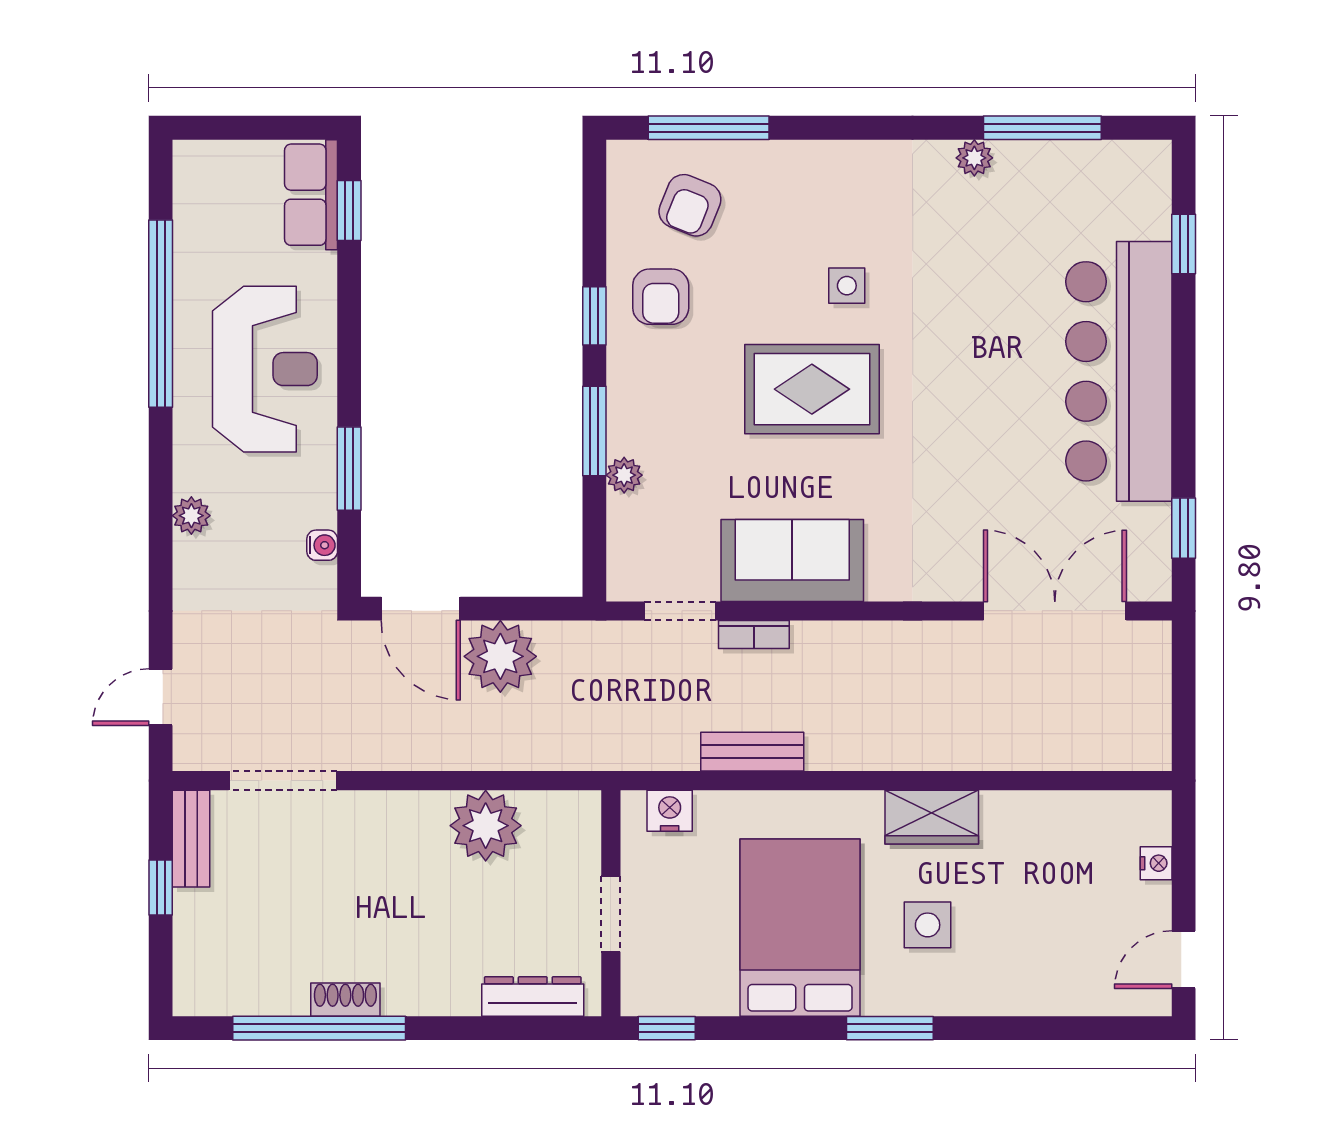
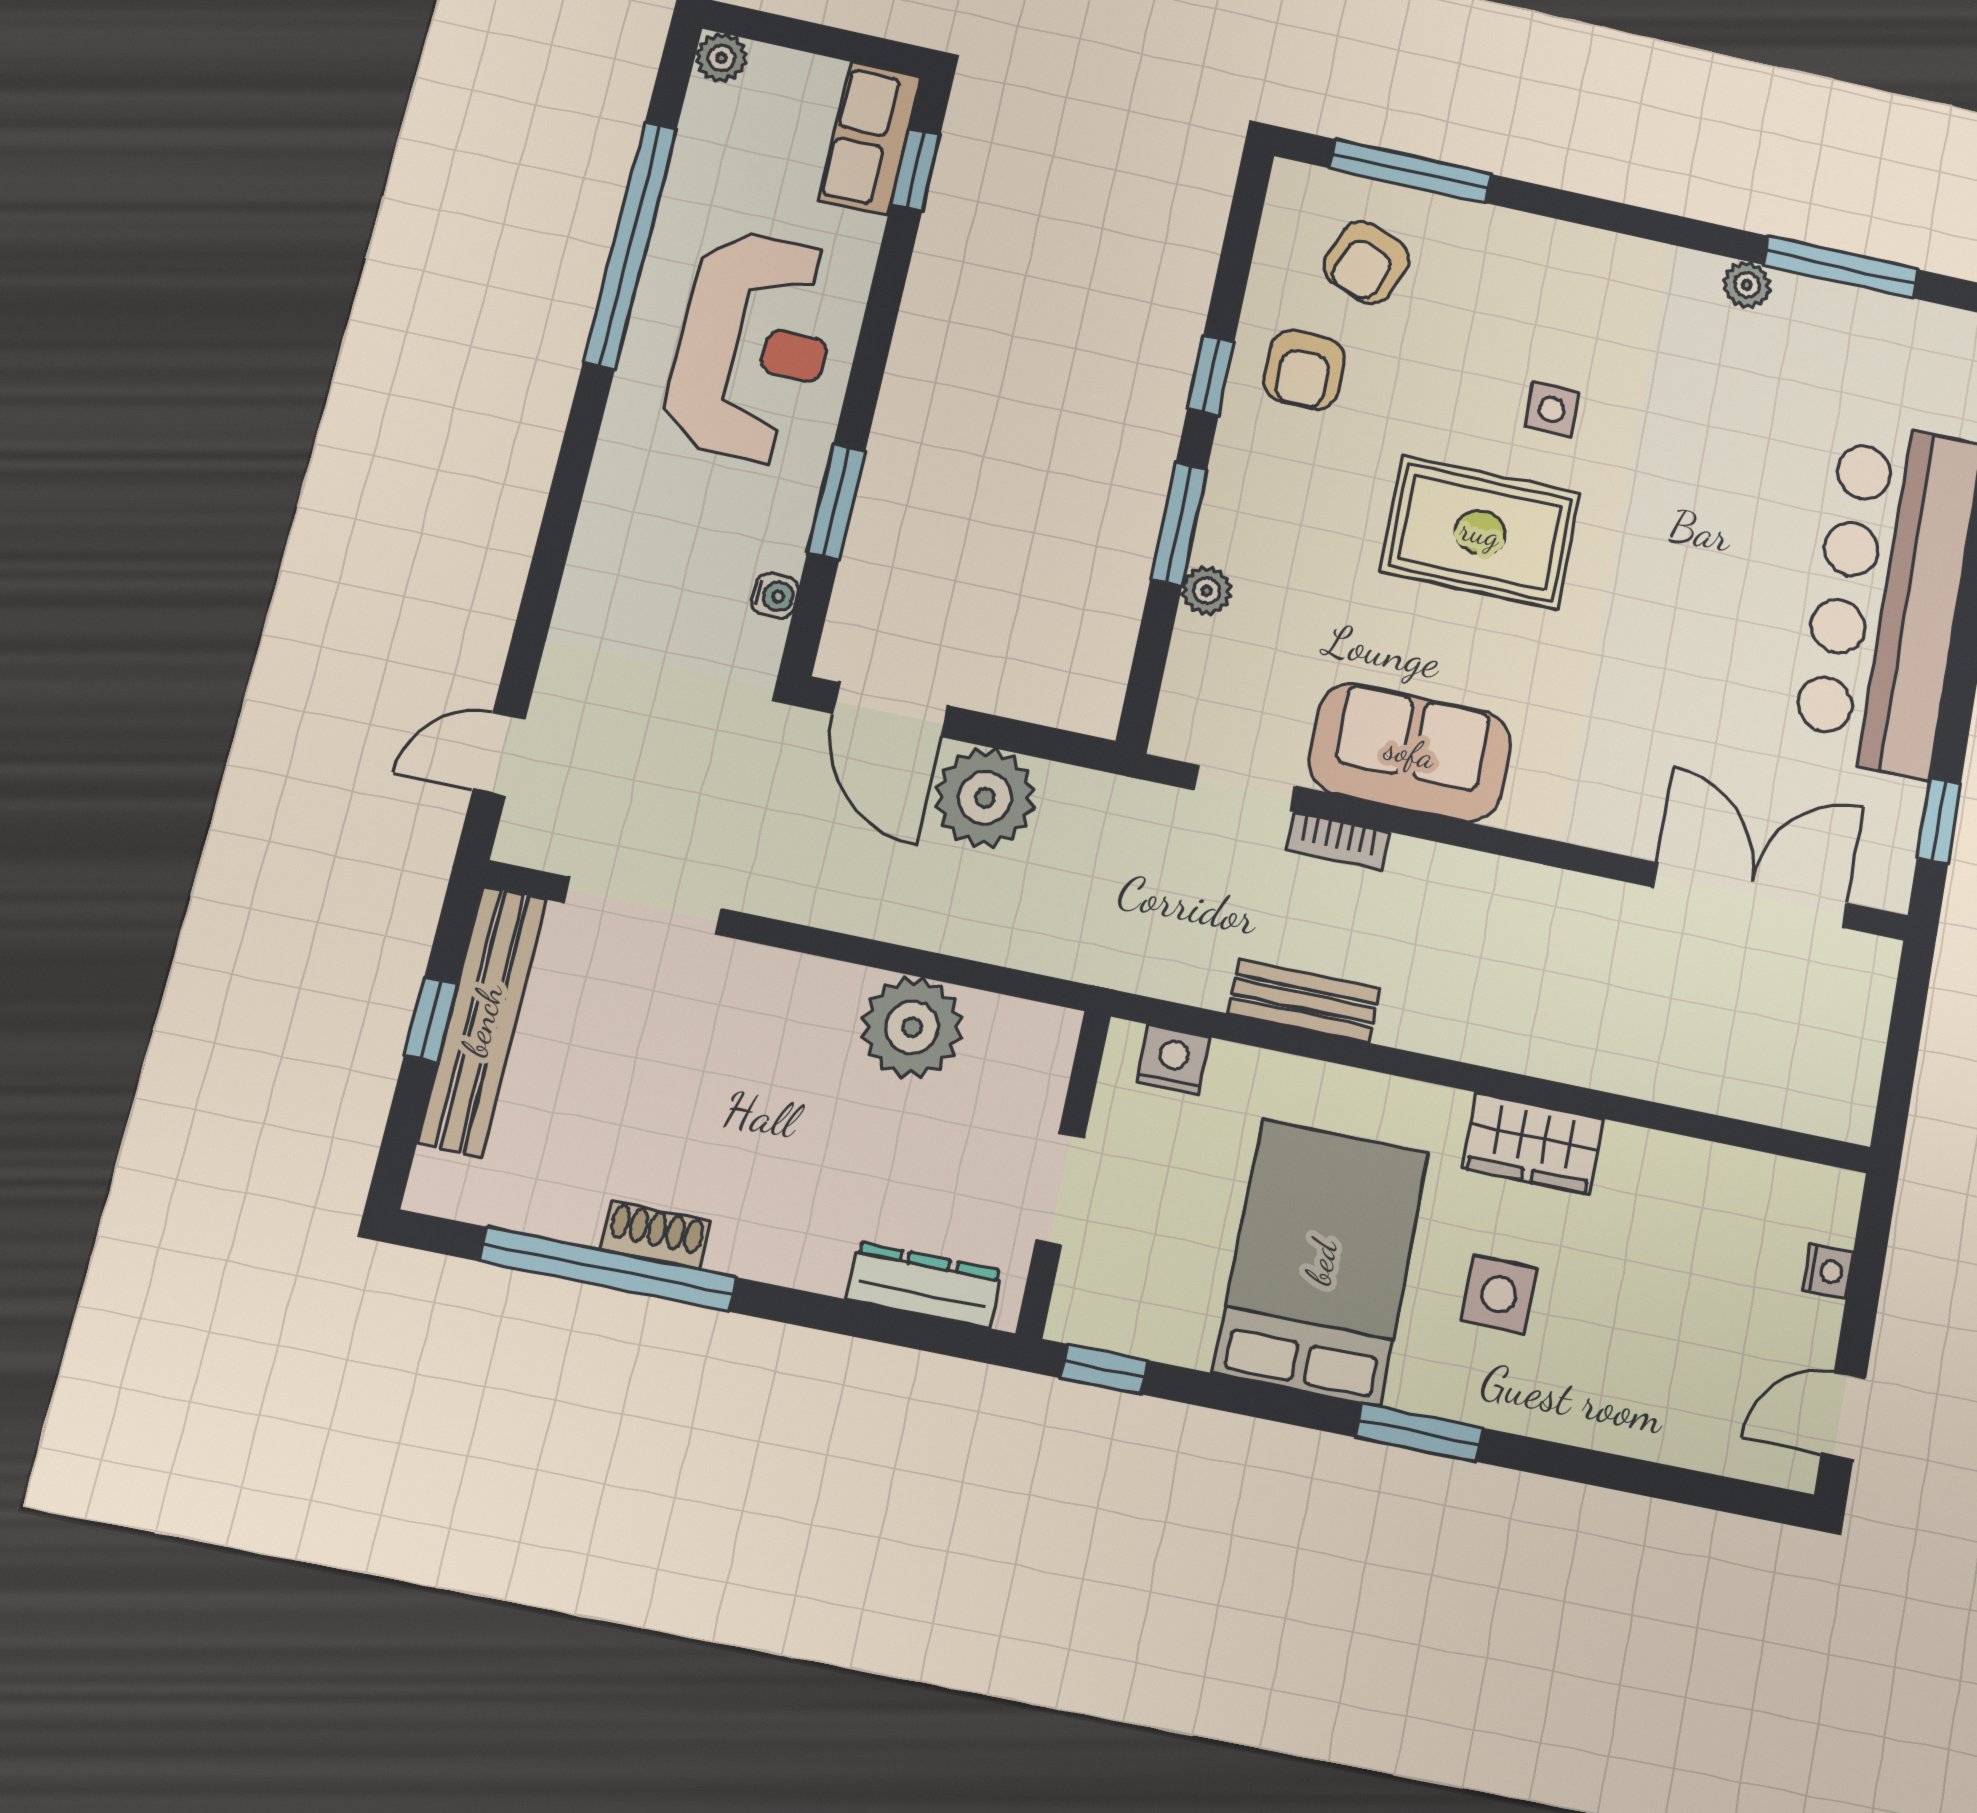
plant: (191, 516) -> (721, 58), moved
bench: (191, 839) -> (482, 1020), width x1.86, depth x1.21

